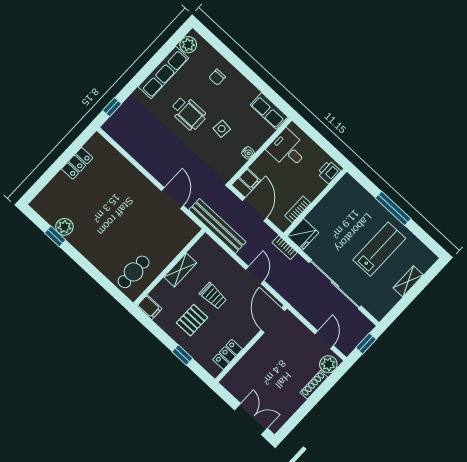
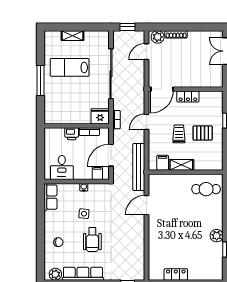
wheelchair: (188, 113) -> (92, 240), turned 180
printer: (329, 172) -> (72, 134), moved
plant: (64, 227) -> (217, 236), moved
filing cabinet: (149, 307) -> (163, 163), moved
locker: (228, 354) -> (188, 96), moved

